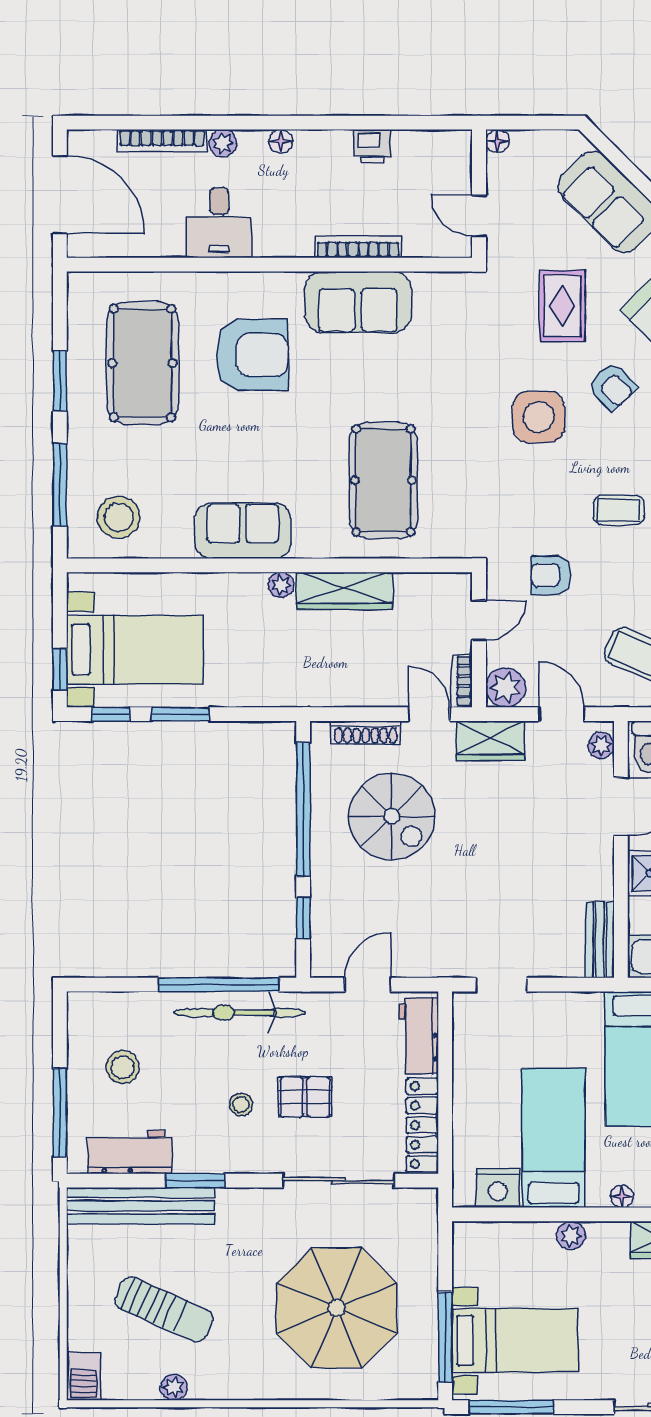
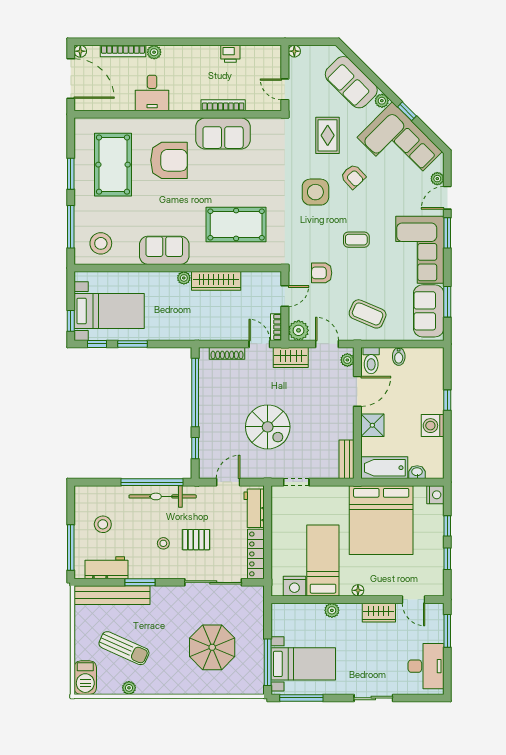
floor lamp: (281, 141) -> (80, 51), moved
pool table: (383, 480) -> (236, 225), turned 90
spiral stairs: (392, 816) -> (268, 427), moved
parasol: (337, 1308) -> (212, 647), width x0.73, depth x0.73
barbecue: (84, 1376) -> (85, 678), width x1.38, depth x1.27

